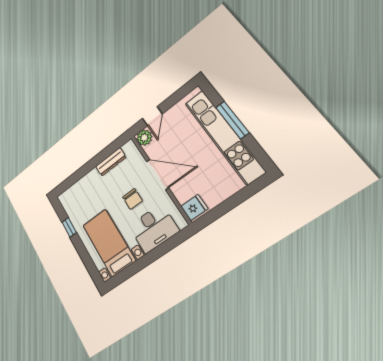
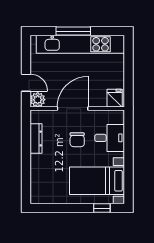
chair: (133, 199) -> (77, 140), turned 90
window: (69, 227) -> (102, 208), moved
desk: (154, 229) -> (110, 138), width x0.73

